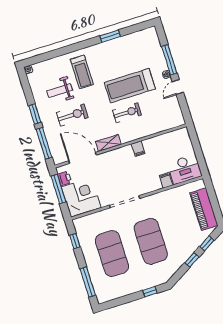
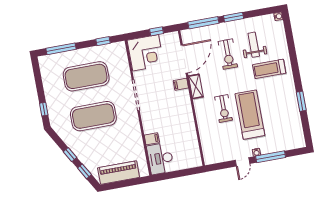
door: (178, 87) -> (243, 162), swing flipped
filing cabinet: (138, 149) -> (181, 84), moved
printer: (64, 178) -> (166, 39), removed
window: (58, 189) -> (156, 31), width x0.46

